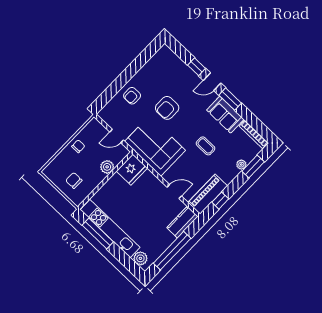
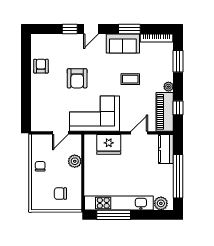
armchair: (132, 96) -> (41, 66), moved, turned 180
window: (230, 99) -> (129, 29), moved
plant: (241, 165) -> (168, 87), moved
fridge: (132, 170) -> (109, 144), moved, turned 90

